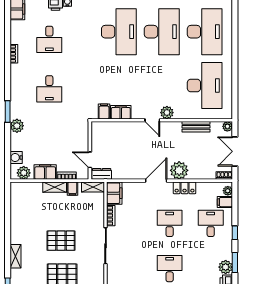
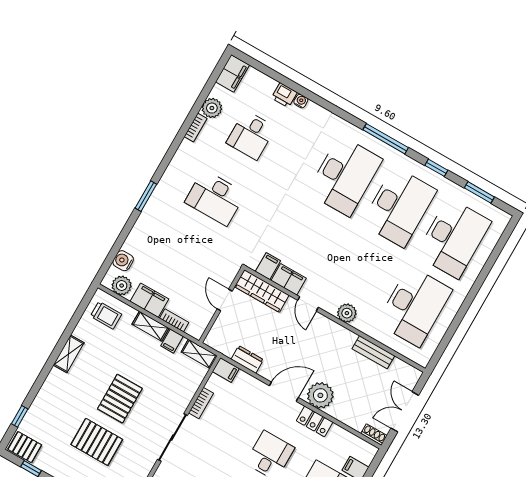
desk: (49, 89) -> (215, 198), width x1.37
door: (152, 120) -> (308, 304), moved
plant: (17, 126) -> (212, 108), moved
plant: (227, 126) -> (414, 375), removed
wardrobe: (109, 128) -> (262, 291), added
door: (90, 160) -> (225, 300), moved
dresser: (102, 174) -> (247, 359), moved
plant: (228, 191) -> (367, 456), removed
filing cabinet: (114, 193) -> (226, 370), width x0.50
trolley: (24, 196) -> (106, 315), added
pallet: (61, 241) -> (120, 399), turned 90
shelving: (15, 256) -> (69, 354), moved

